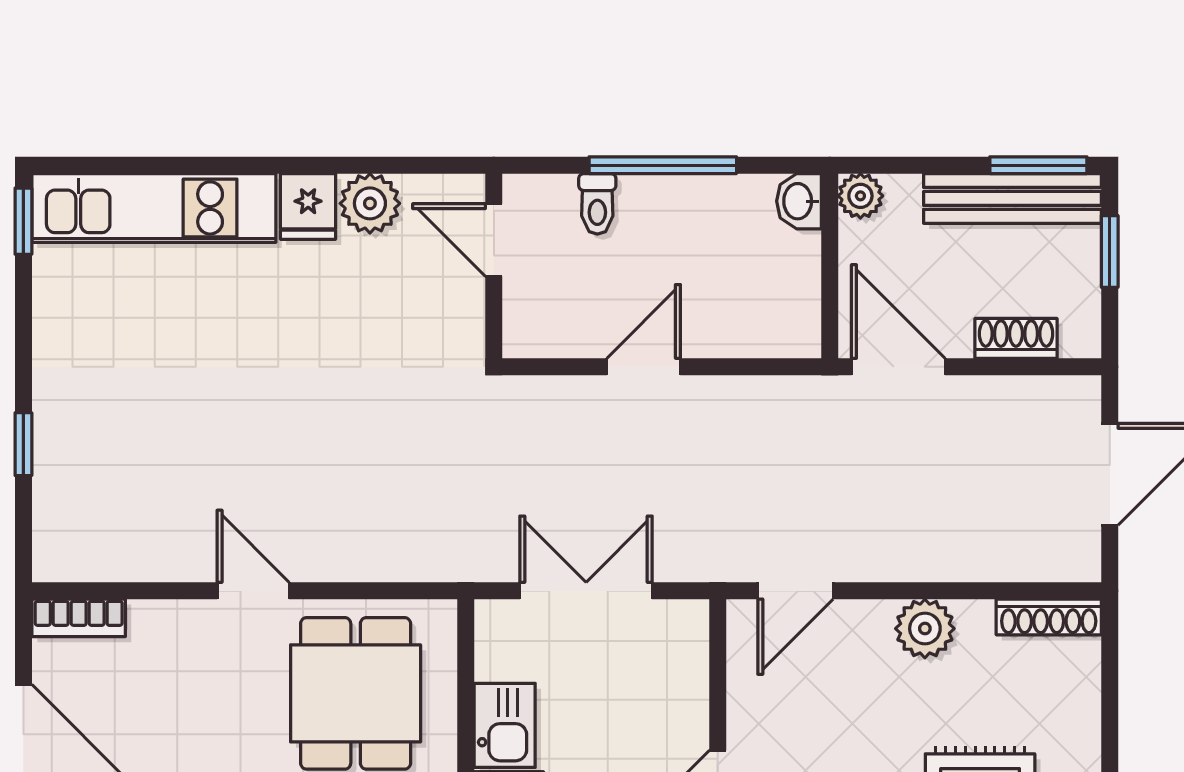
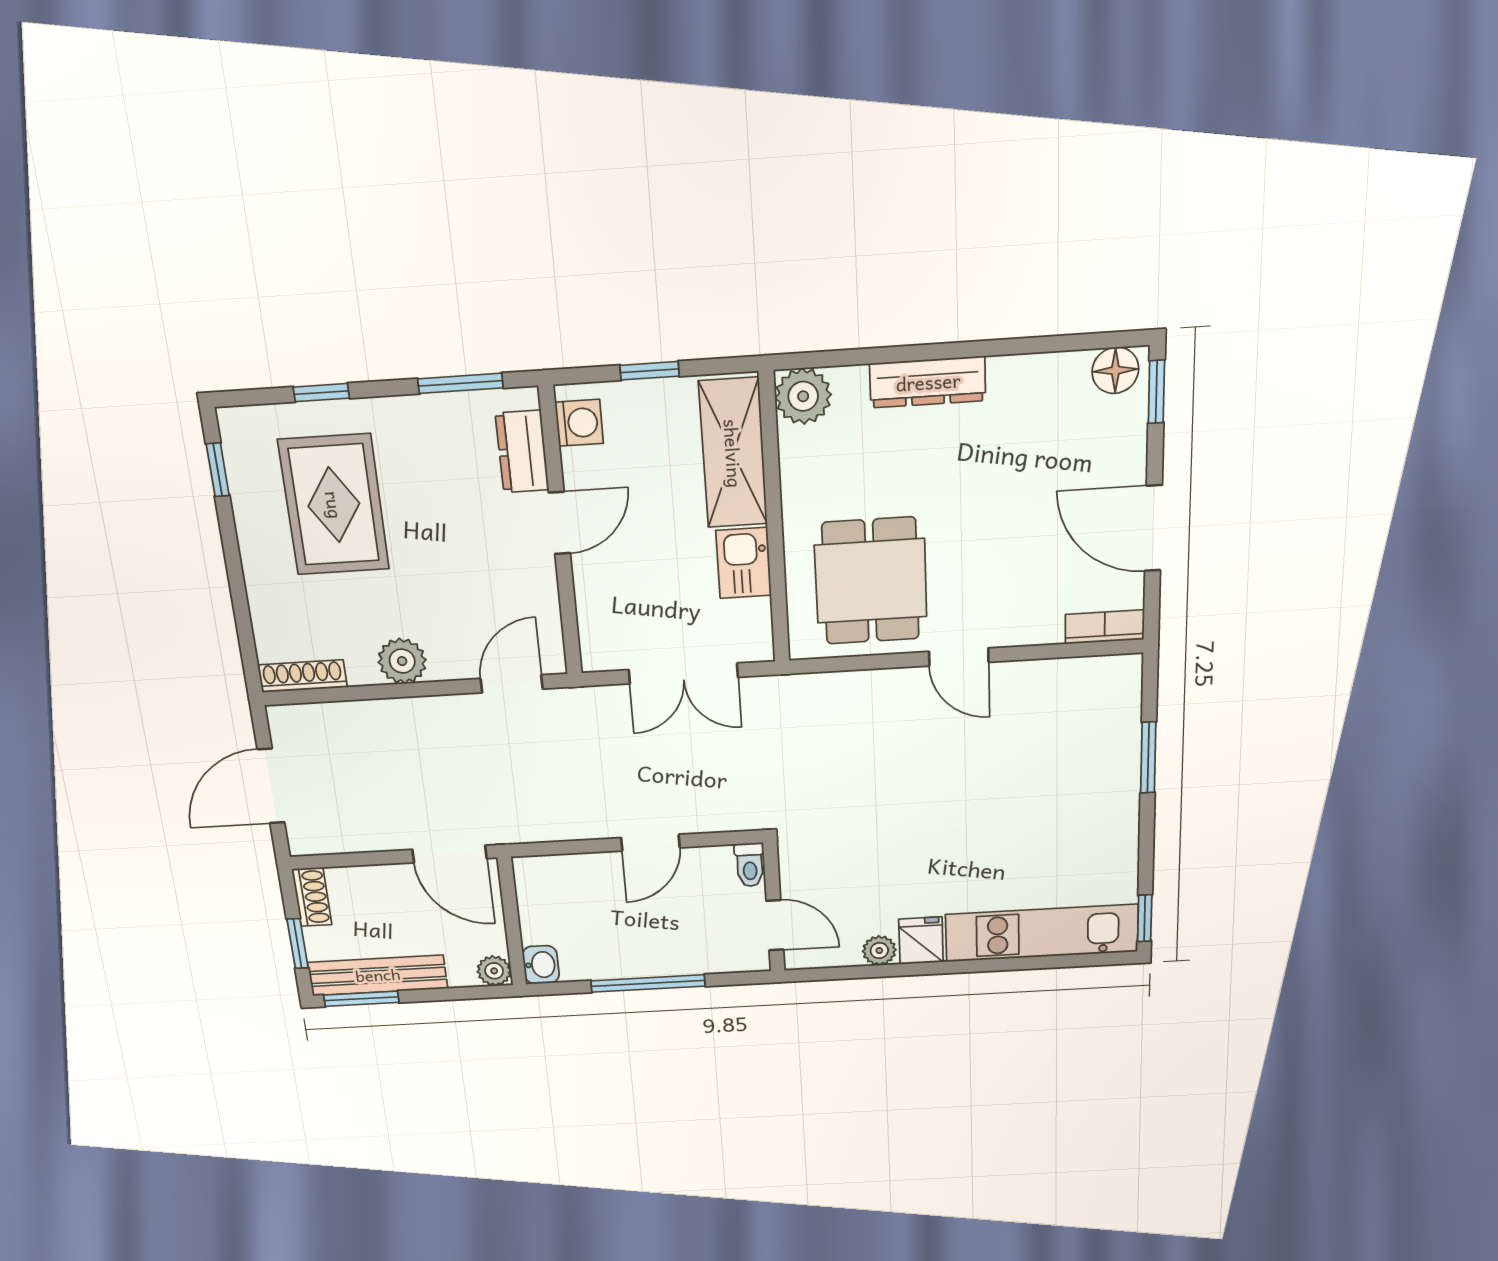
plant: (370, 203) -> (879, 951), width x0.73, depth x0.73
toilet: (597, 204) -> (750, 865), moved, turned 180
shoe rack: (1016, 338) -> (312, 897), moved, turned -90
window: (23, 444) -> (1148, 758), width x1.50

